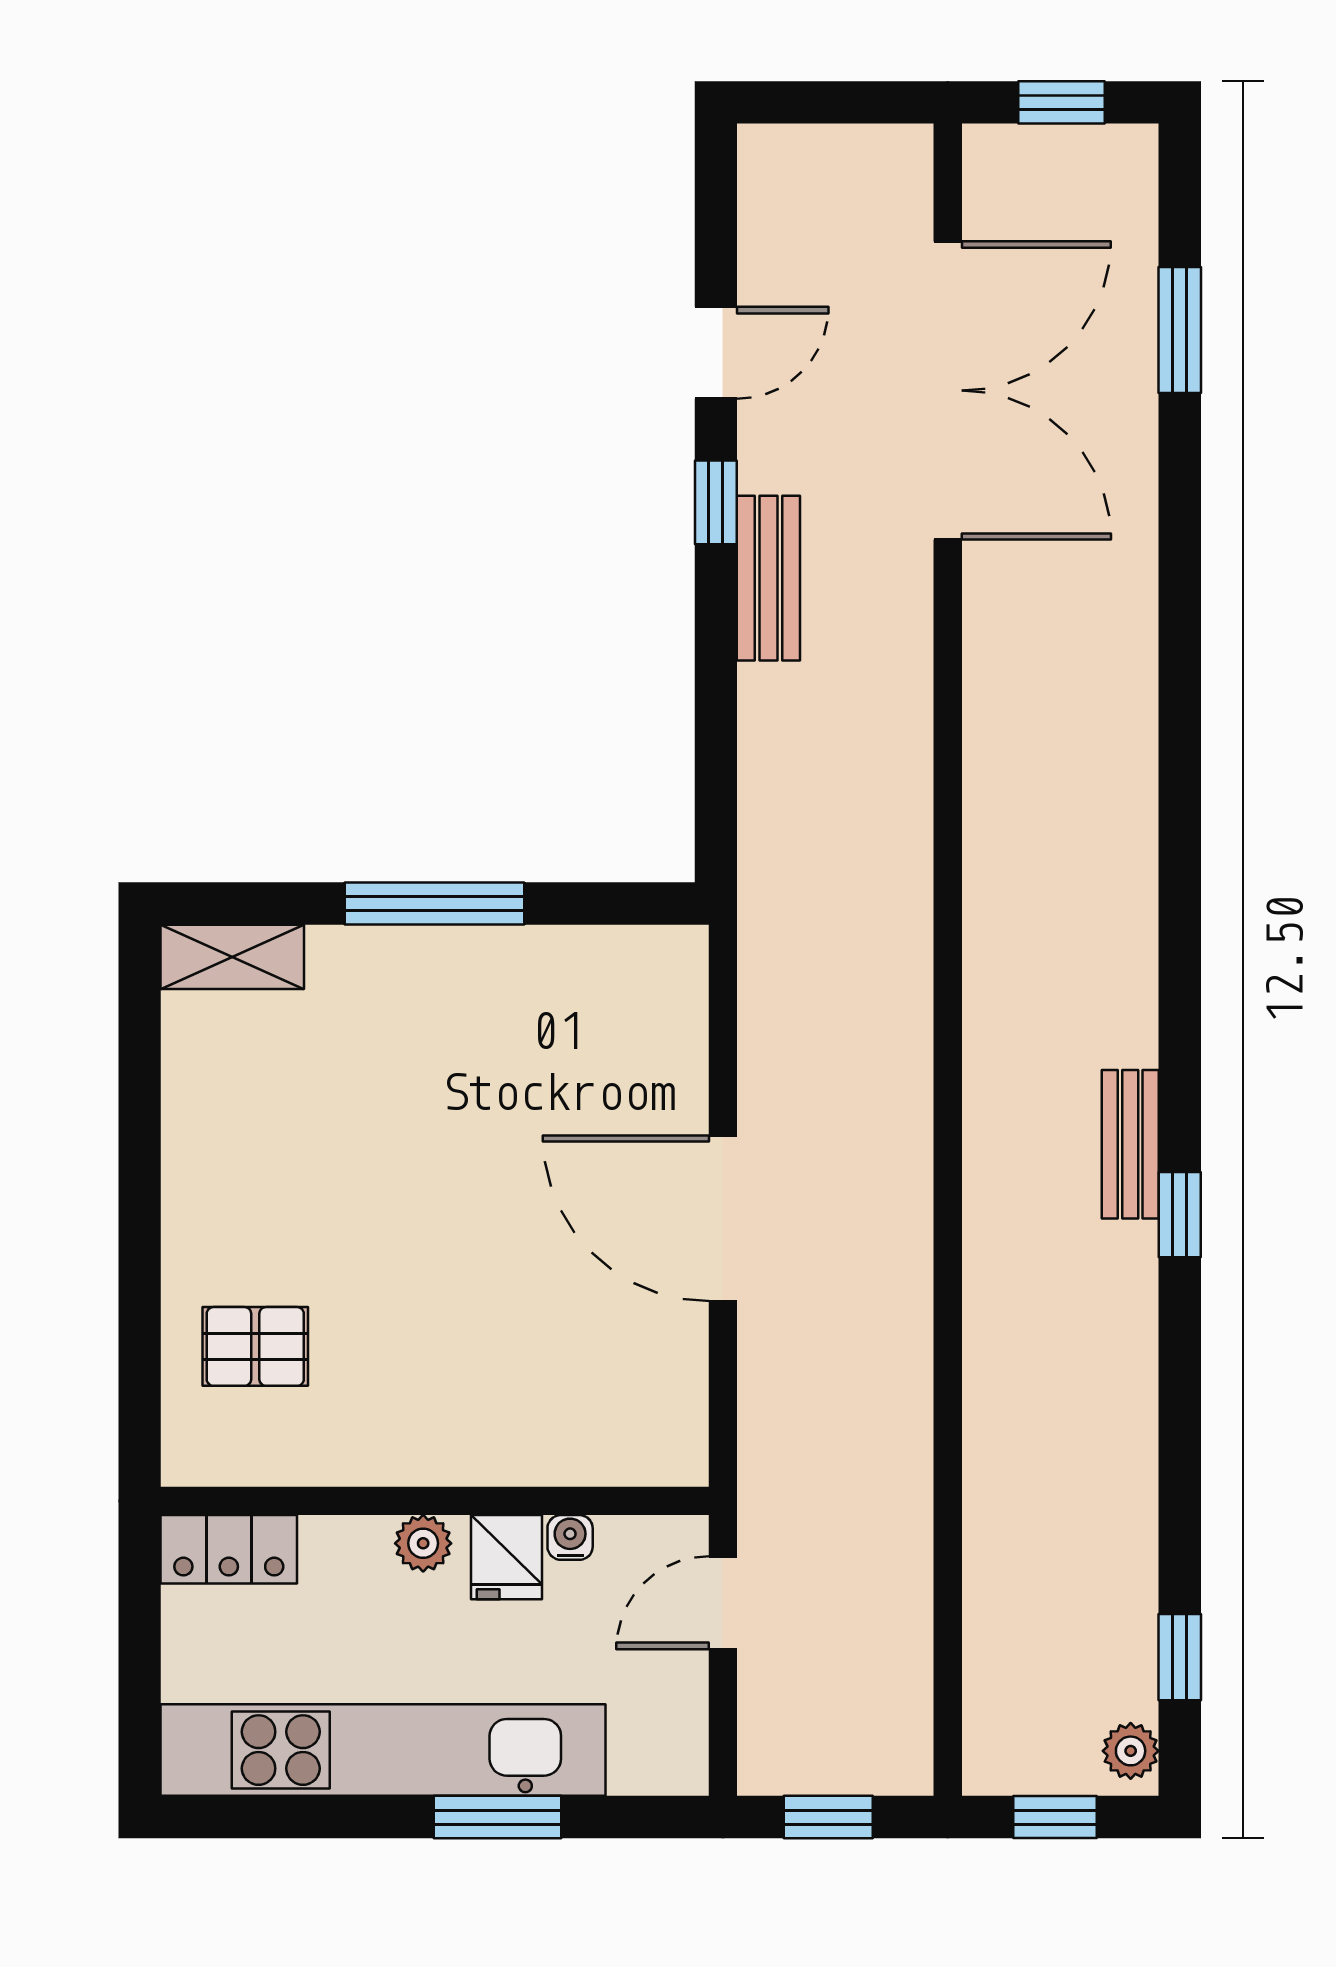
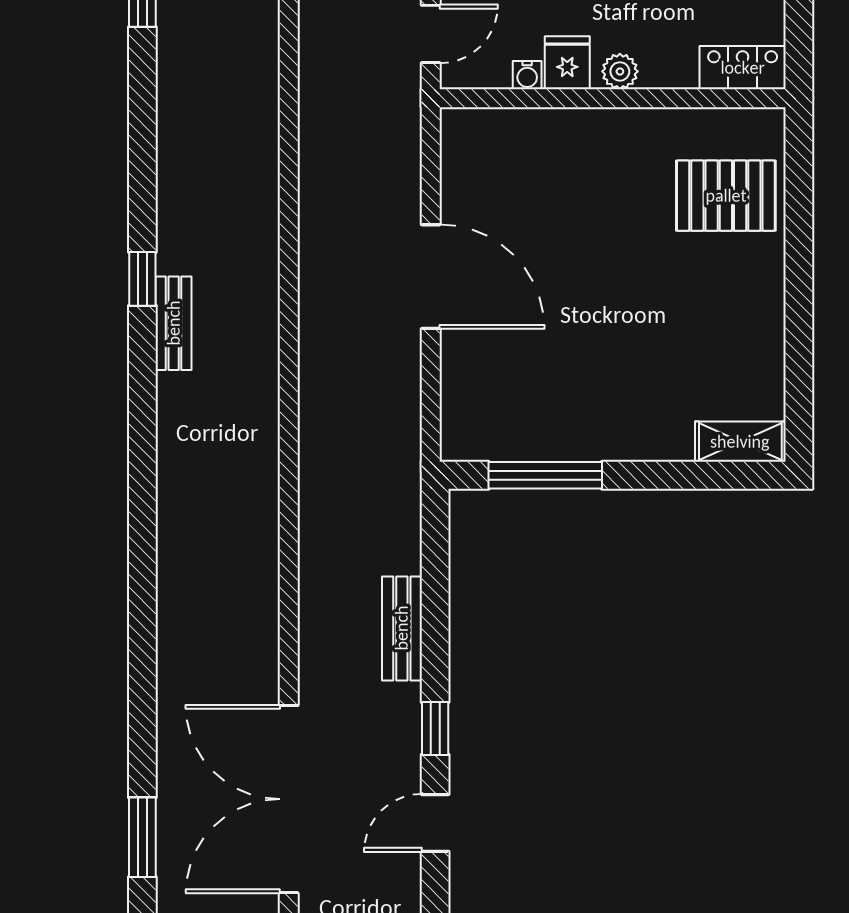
bench: (768, 578) -> (402, 628), moved
window: (434, 904) -> (545, 475), moved
pallet: (255, 1346) -> (726, 196), width x1.50, depth x1.42

